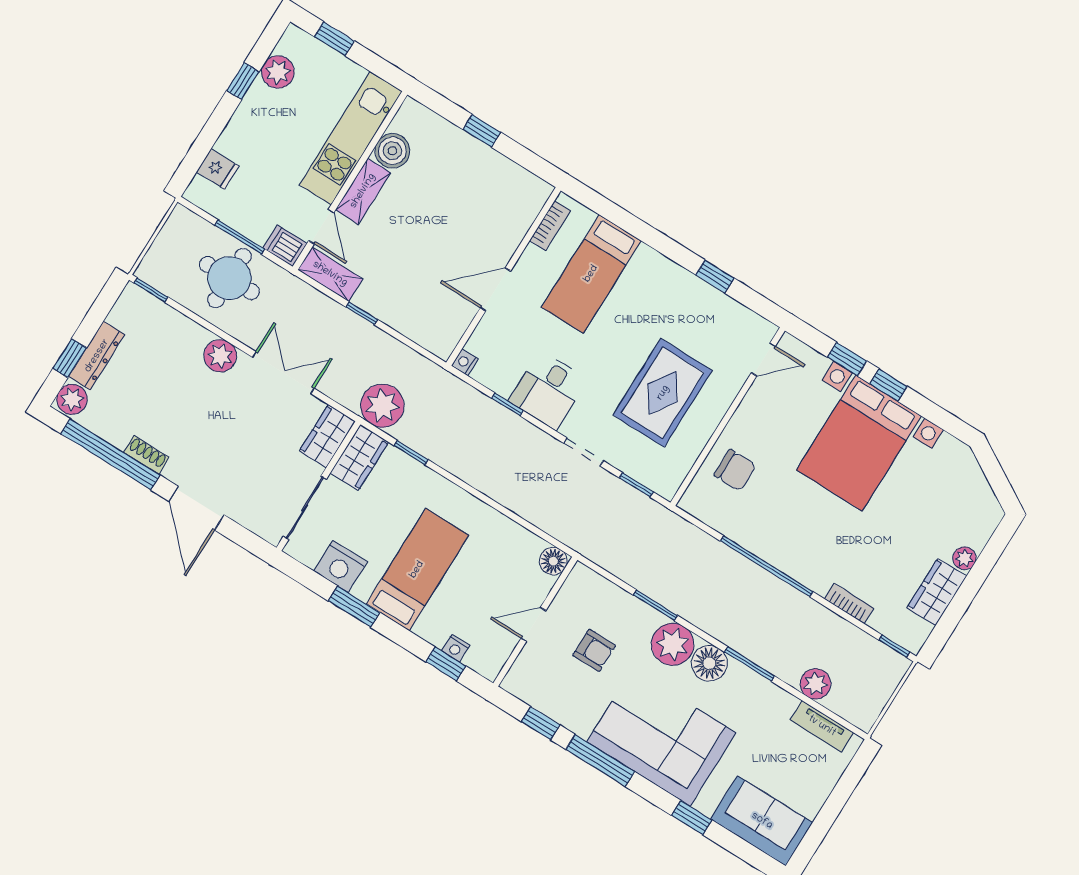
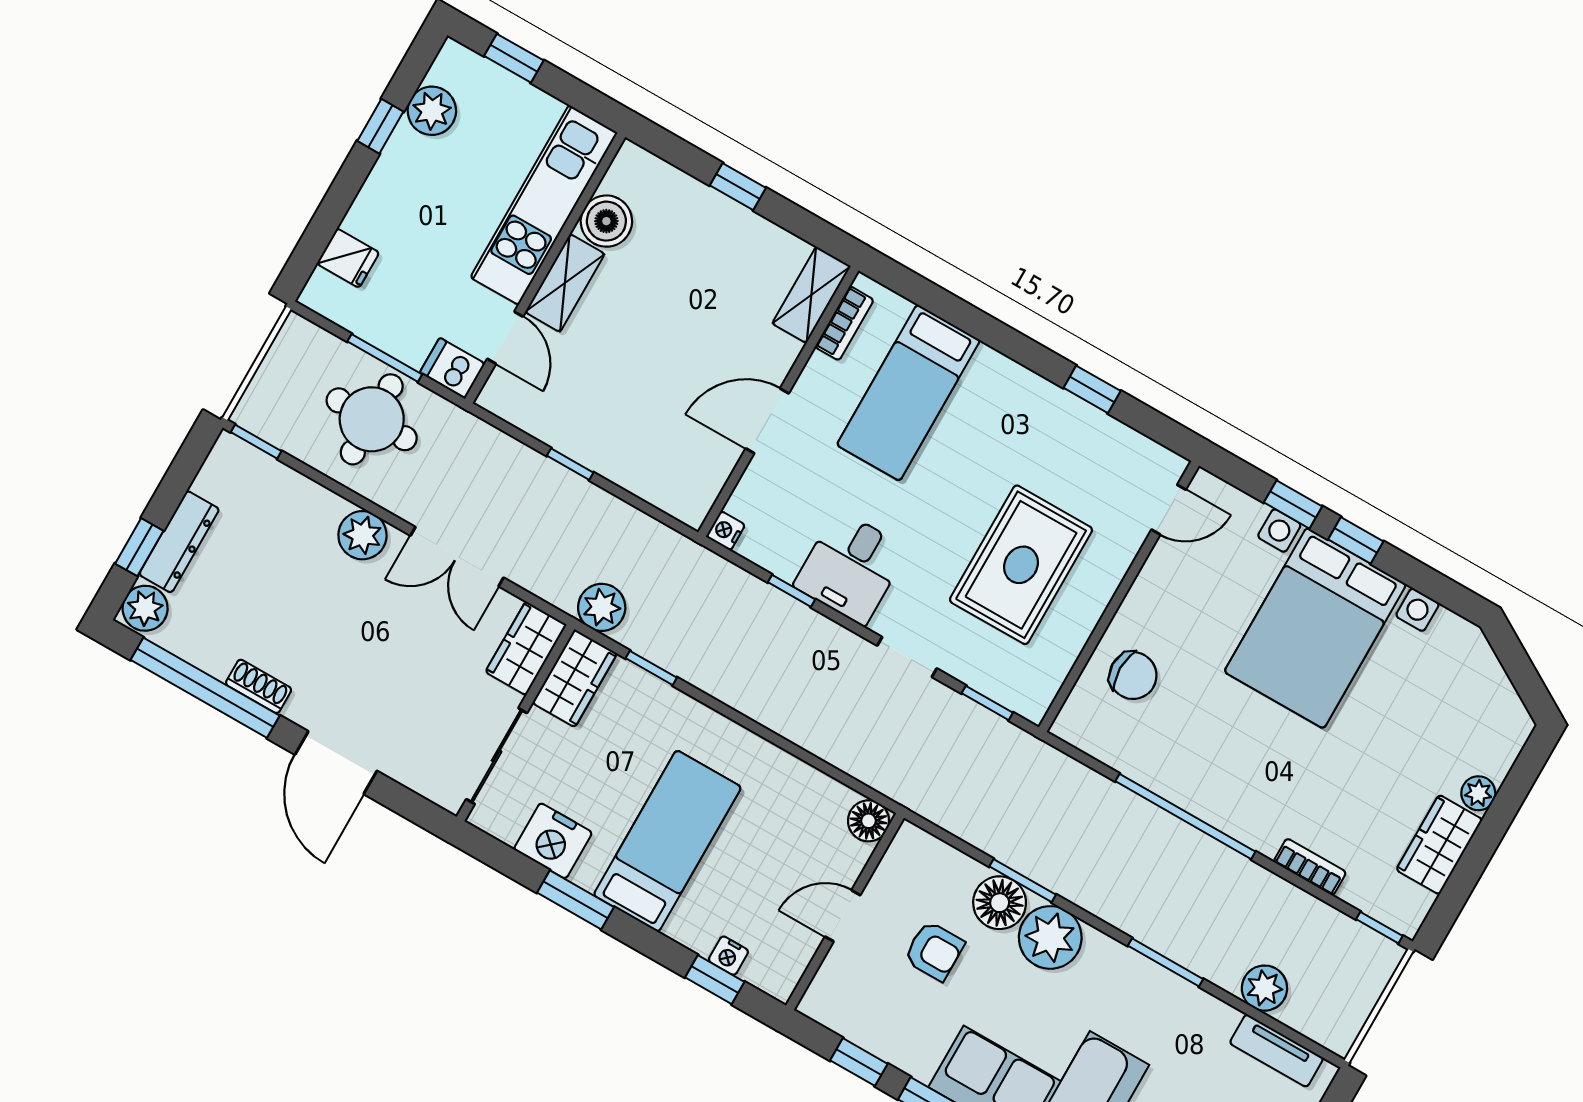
shelving: (330, 274) -> (811, 295), moved, turned 90
double door: (283, 373) -> (457, 557), swing flipped
plant: (382, 406) -> (602, 607), width x0.73, depth x0.73
floor lamp: (709, 663) -> (1000, 903), moved

